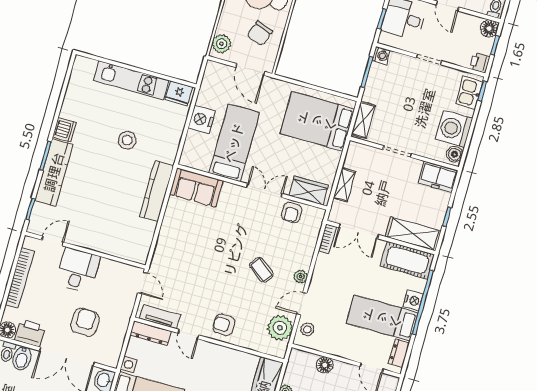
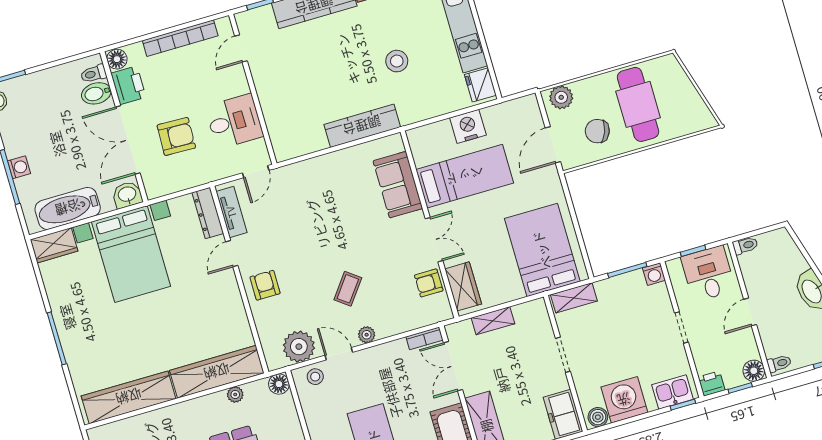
sofa: (196, 187) -> (398, 185), moved
door: (53, 241) -> (241, 48), swing flipped
desk: (78, 270) -> (234, 121), moved
floor lamp: (325, 365) -> (279, 384), moved

